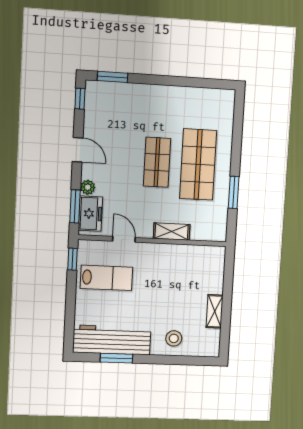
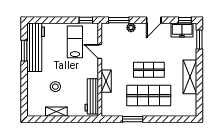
shelving: (172, 96) -> (190, 77), added
freezer: (90, 214) -> (182, 30), moved
door: (124, 239) -> (100, 52), swing flipped
workbench: (194, 255) -> (92, 96), added
lab bench: (107, 278) -> (75, 42), turned 180
stool: (174, 338) -> (55, 87), moved

